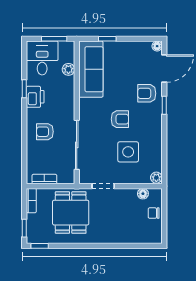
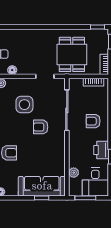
sofa: (91, 69) -> (42, 186), moved, turned 90
armchair: (120, 119) -> (41, 127), moved
armchair: (45, 132) -> (93, 121), turned 180

